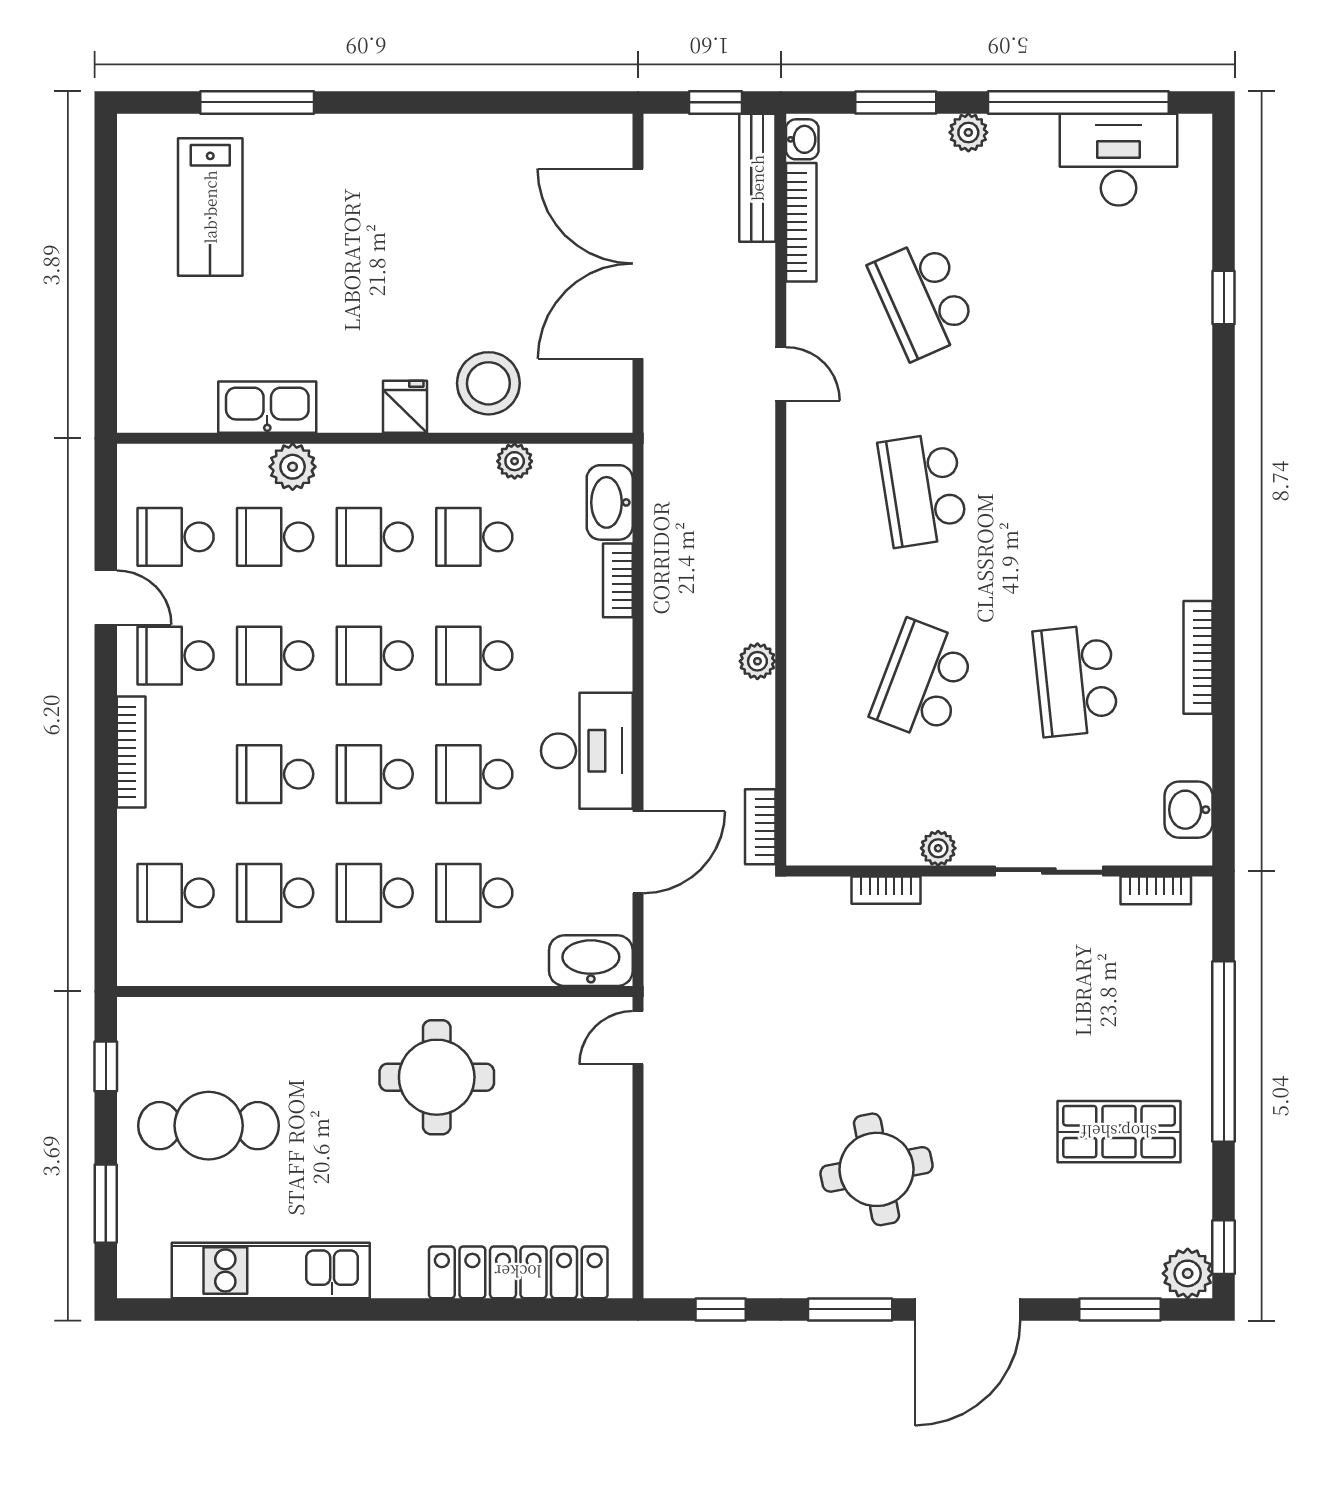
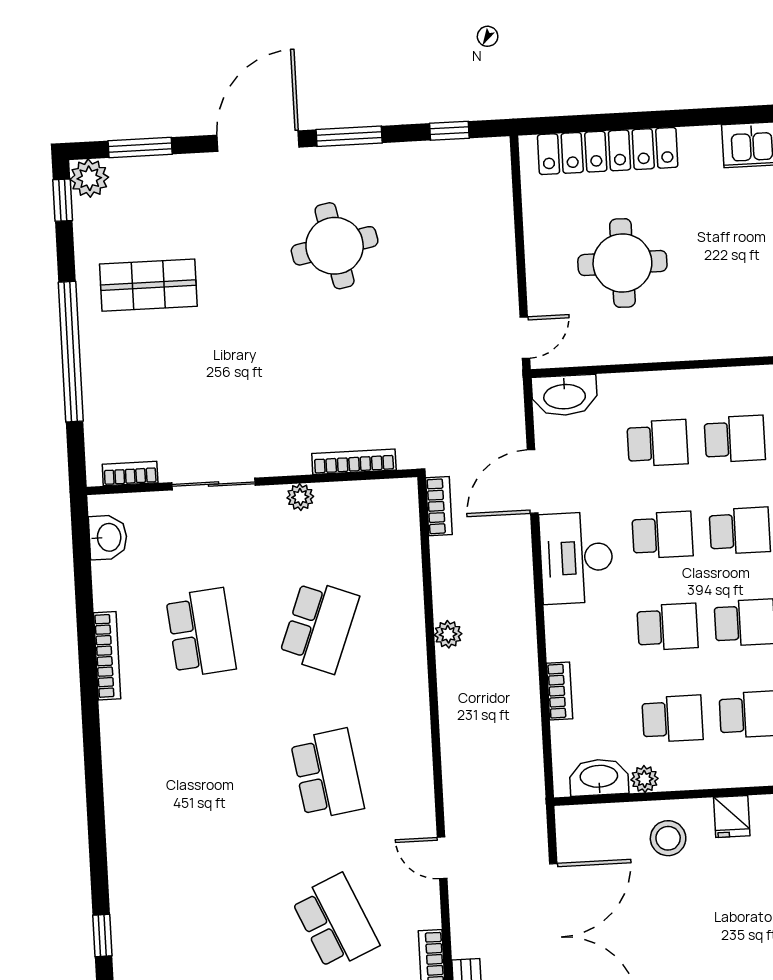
stool: (488, 383) -> (668, 838), width x0.73, depth x0.73
washbasin: (610, 502) -> (599, 777), moved, turned -90
bookcase: (886, 890) -> (354, 462), width x1.56
round table: (437, 1077) -> (622, 263), moved

